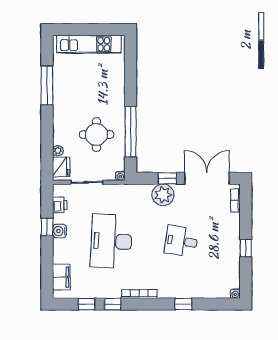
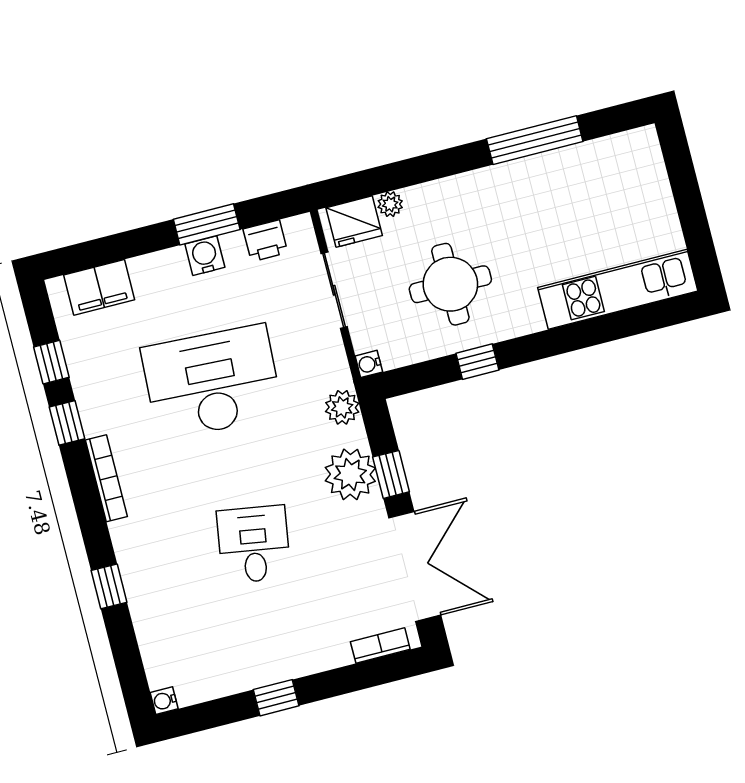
kitchen unit: (89, 44) -> (618, 289), moved, turned 90
window: (131, 132) -> (477, 362), width x0.32
plant: (135, 191) -> (342, 407), added
window: (47, 227) -> (207, 224), width x1.50

